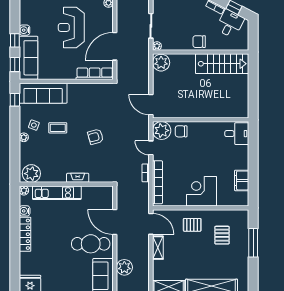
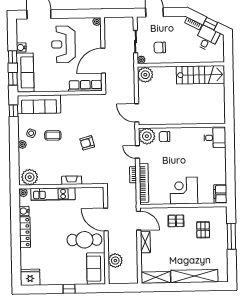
chair: (199, 42) -> (160, 48), moved
filing cabinet: (242, 180) -> (220, 194), moved

